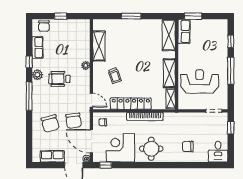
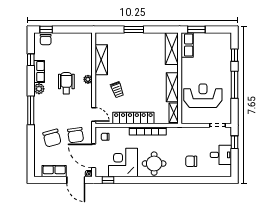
window: (61, 16) -> (46, 30), moved
row of seats: (37, 47) -> (39, 71), moved
window: (29, 62) -> (31, 60), moved
wheelchair: (59, 79) -> (66, 83), moved, turned 90
desk: (218, 152) -> (221, 155), moved, turned -90

